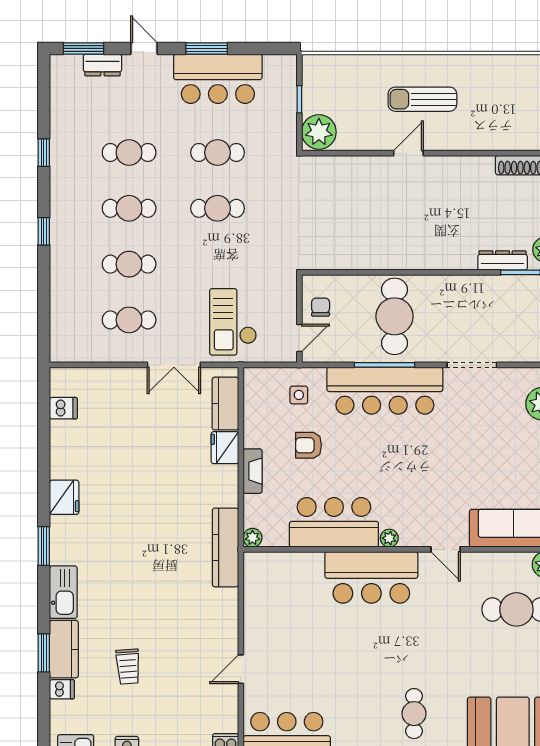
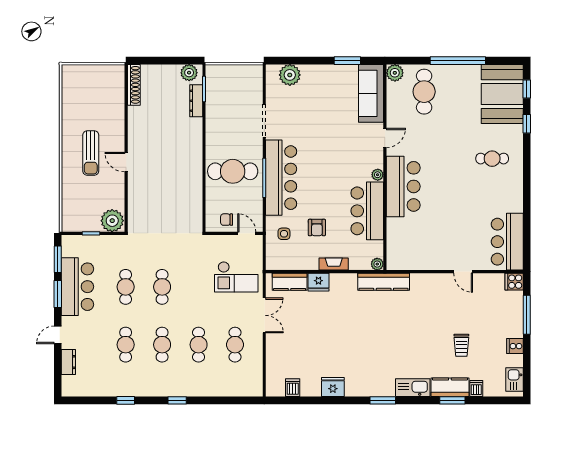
window: (83, 48) -> (58, 259), moved
fridge: (64, 497) -> (333, 387), moved
trolley: (128, 666) -> (461, 345), turned 94

